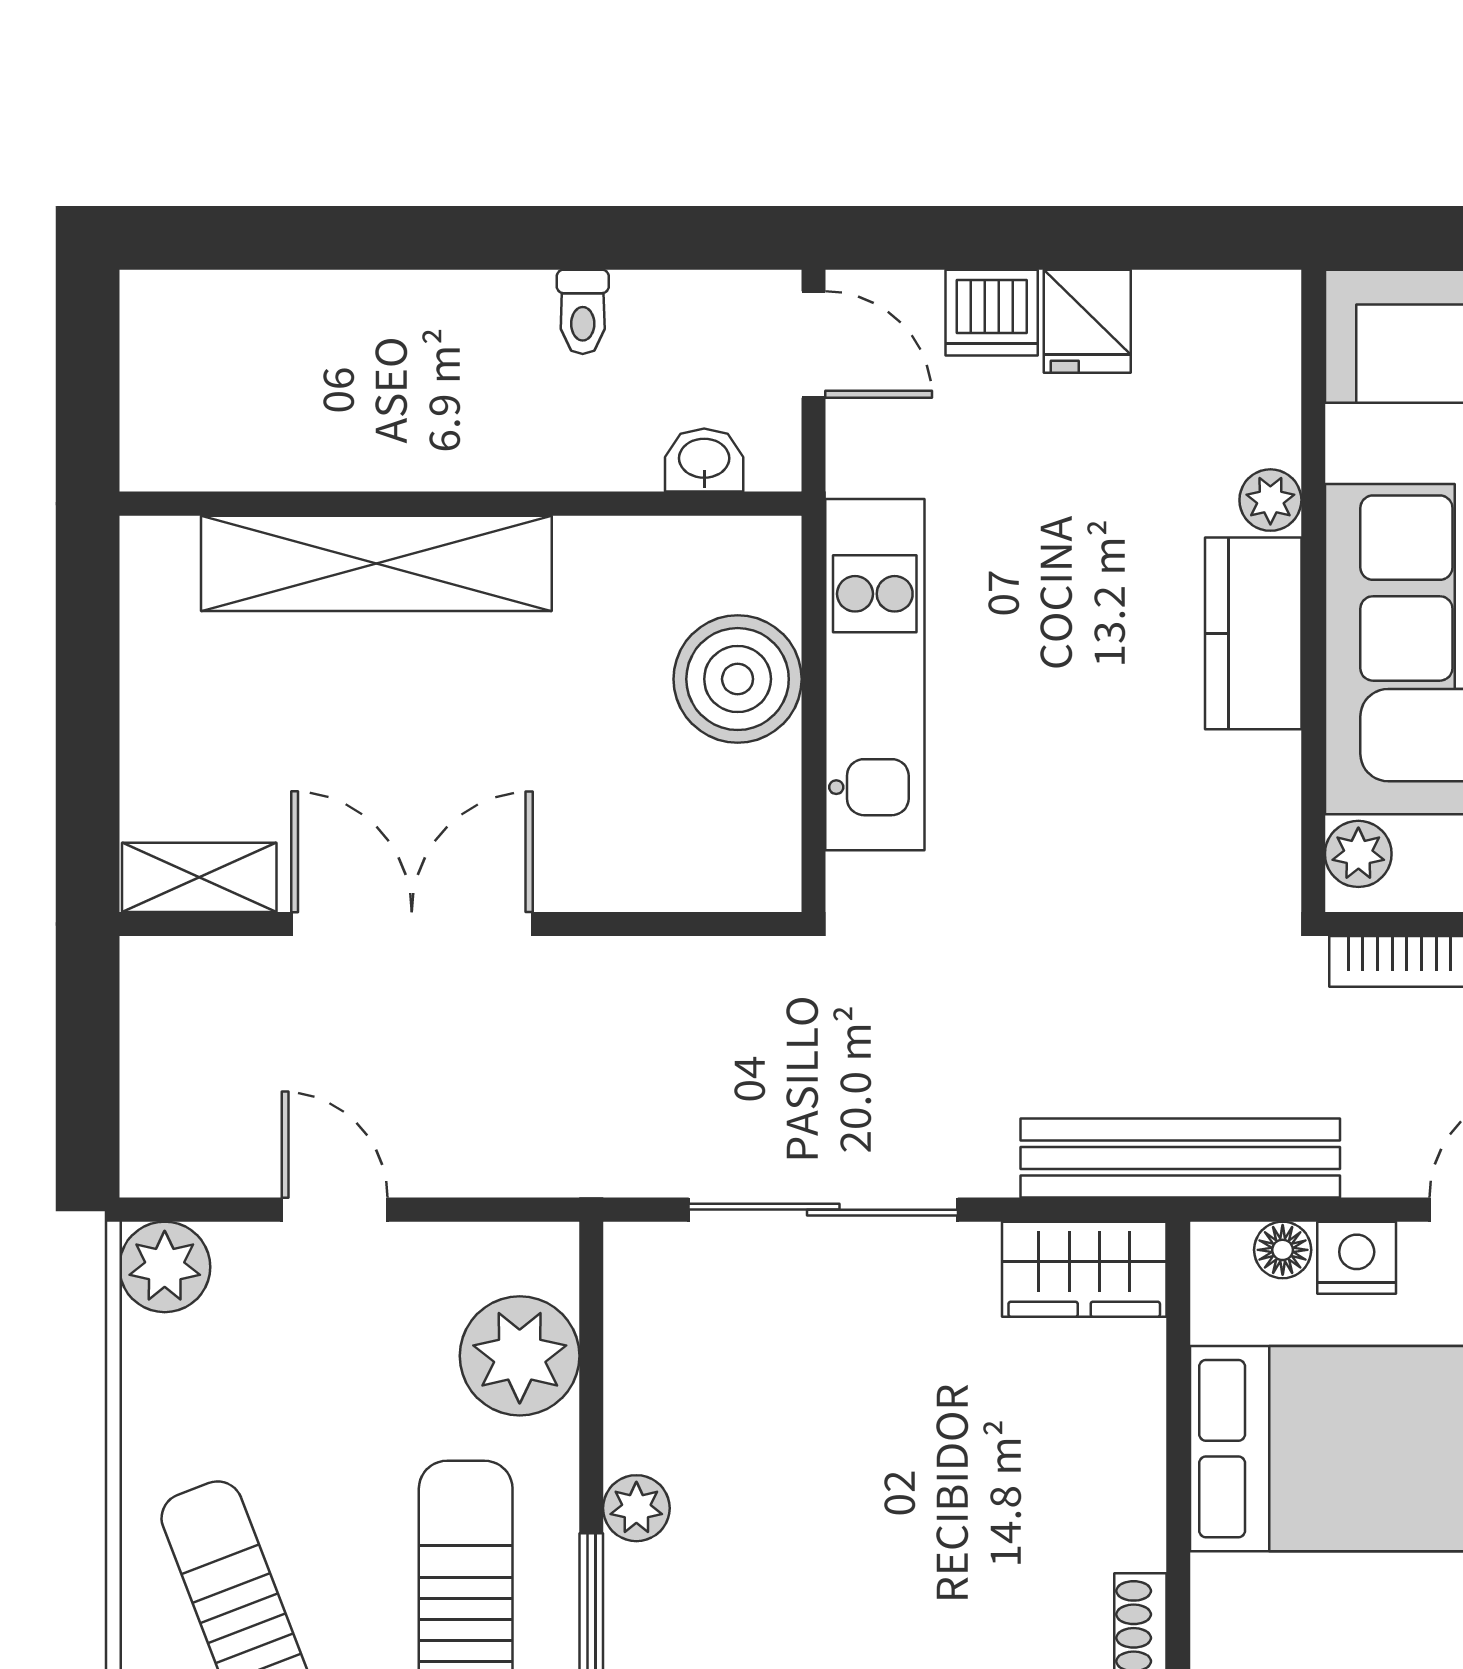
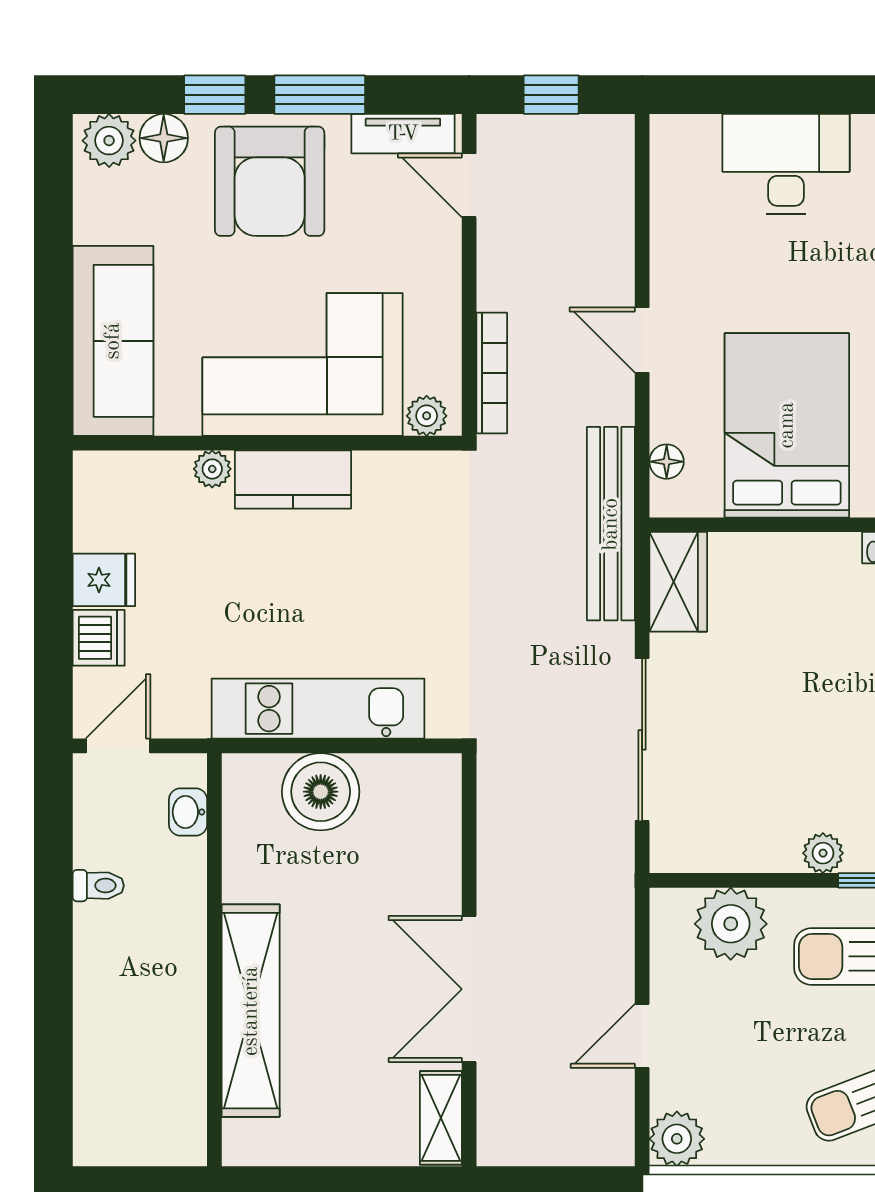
nightstand: (1357, 1258) -> (671, 417), removed

